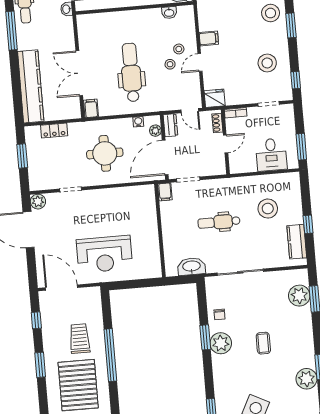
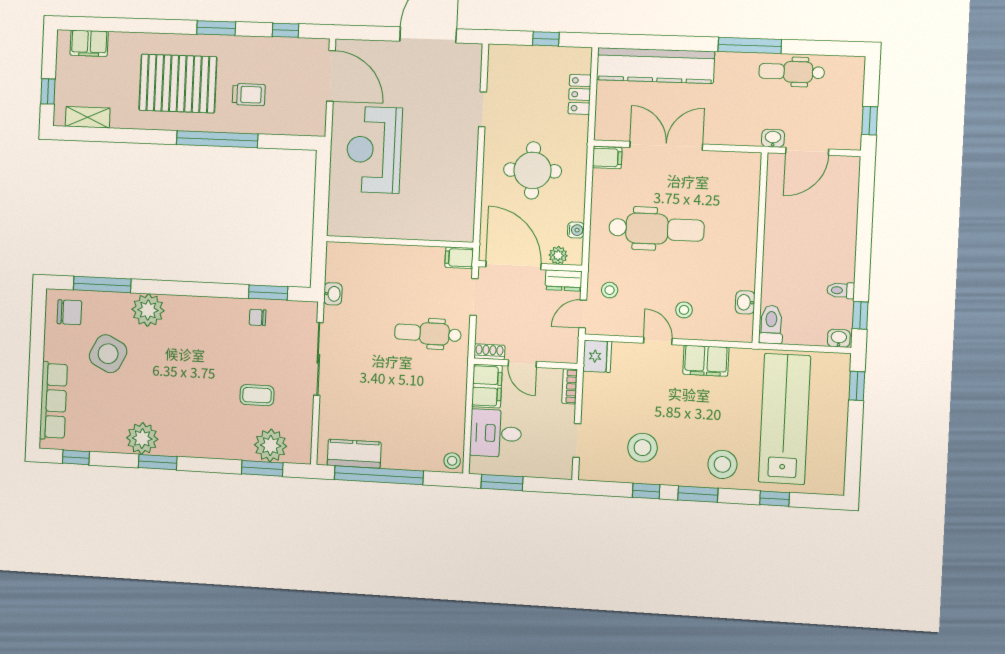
filing cabinet: (209, 38) -> (706, 361), width x2.00
stool: (170, 64) -> (610, 290), moved
window: (296, 80) -> (646, 491), moved
shoe rack: (217, 123) -> (489, 352), moved
window: (22, 156) -> (546, 39), width x0.67
filing cabinet: (243, 164) -> (487, 386), added
plant: (38, 202) -> (470, 55), removed
stool: (268, 209) -> (452, 461), moved, width x0.53, depth x0.53
dental chair: (219, 222) -> (428, 333), moved, turned -89
window: (308, 224) -> (379, 475), width x3.17
washbasin: (191, 266) -> (333, 294), width x0.52, depth x0.69
door: (61, 288) -> (331, 76), hinge flipped
window: (205, 337) -> (268, 293), moved
trolley: (80, 339) -> (249, 95), width x0.73, depth x0.72
plant: (221, 343) -> (148, 310), moved
coffee table: (263, 343) -> (257, 395), moved

